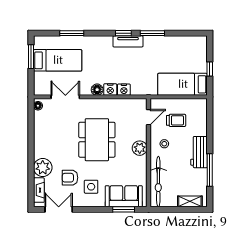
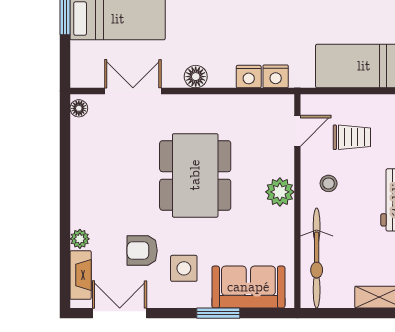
nightstand: (110, 90) -> (276, 76), moved
plant: (43, 168) -> (80, 239), width x0.53, depth x0.53
window: (124, 209) -> (218, 313), moved

